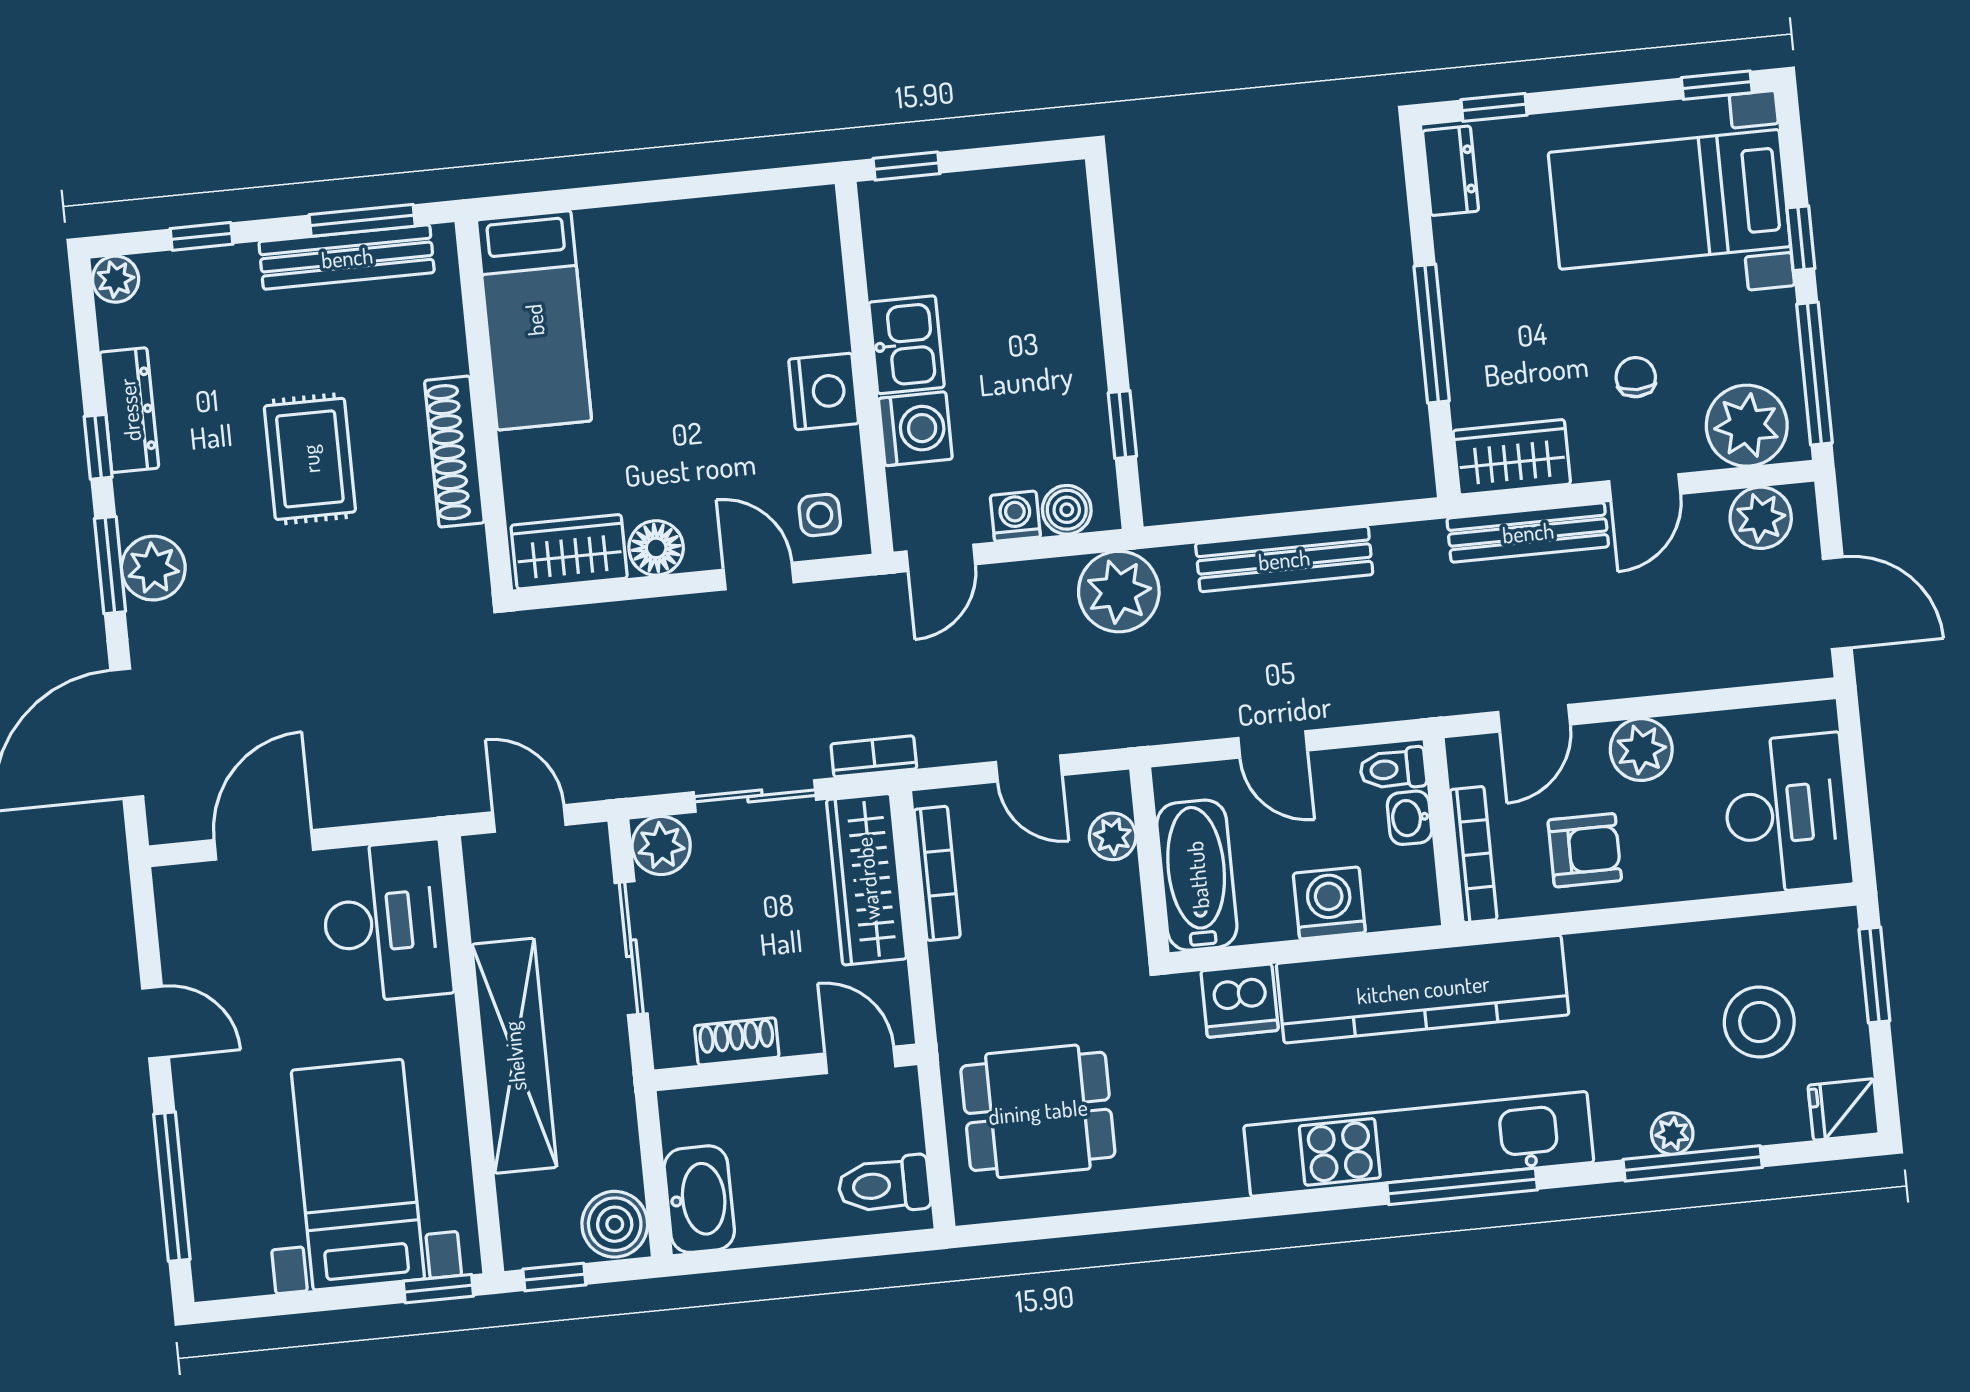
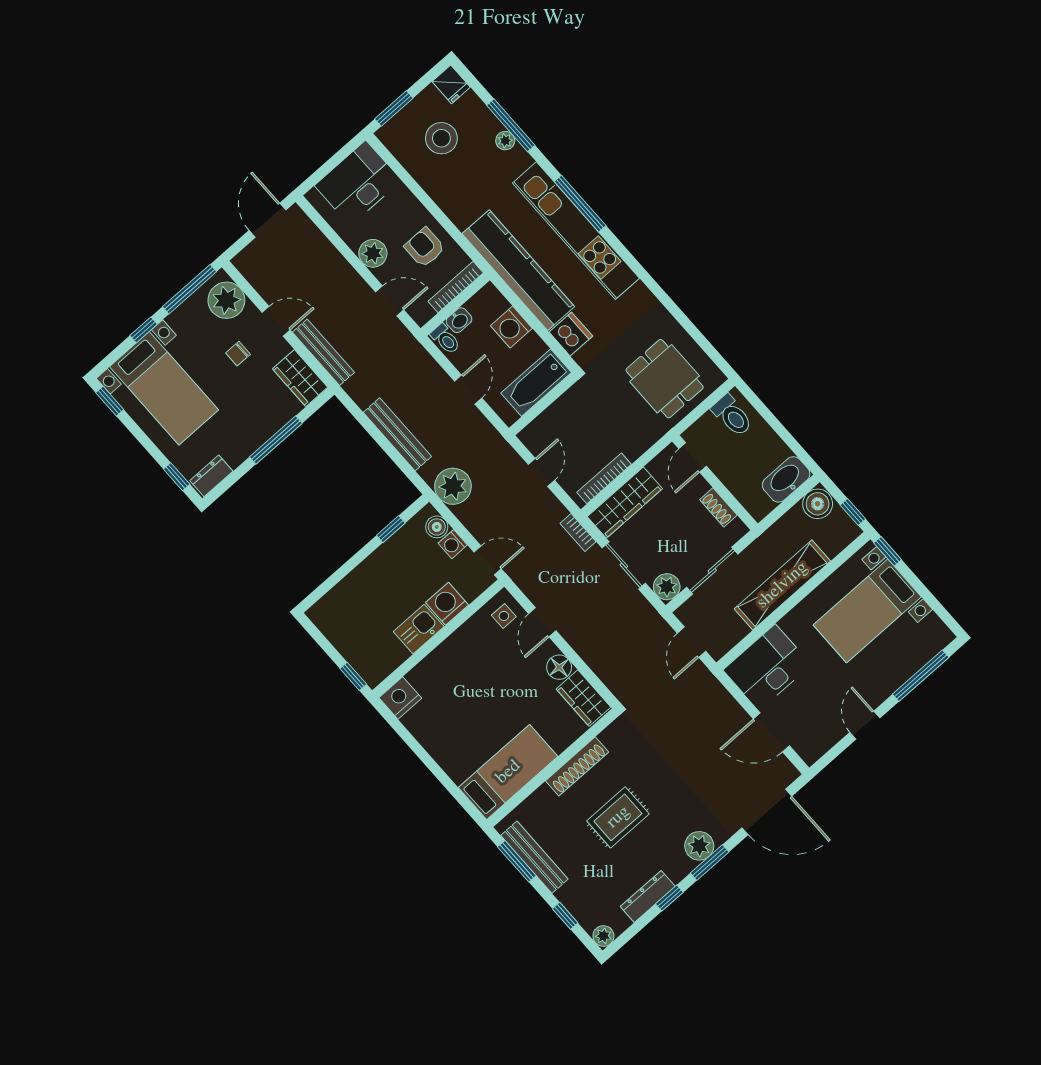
nightstand: (824, 391) -> (400, 698), moved
plant: (1761, 518) -> (256, 271), removed
plant: (1113, 836) -> (544, 424), removed

